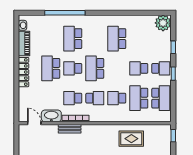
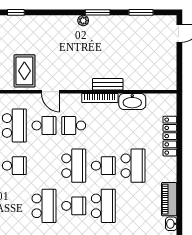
locker: (23, 72) -> (170, 136), moved
school desk: (73, 98) -> (74, 206), moved
door: (34, 123) -> (51, 92), moved
rug: (131, 139) -> (24, 71), turned 90

